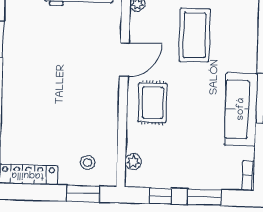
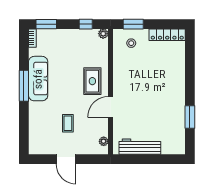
coffee table: (194, 35) -> (68, 123), width x0.54, depth x0.58
plant: (133, 162) -> (103, 34), moved
window: (204, 197) -> (46, 24), moved

